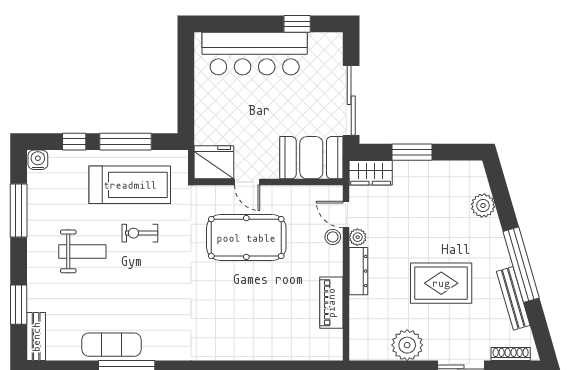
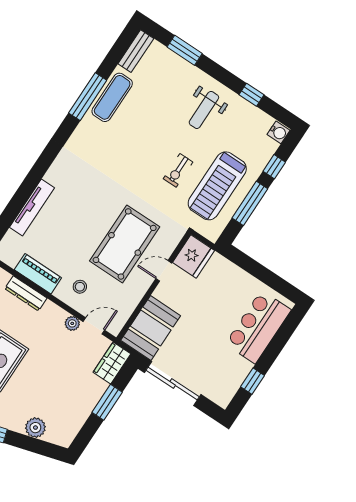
bar counter: (255, 54) -> (258, 327), width x0.73
window: (19, 210) -> (251, 95), width x0.46
exercise bike: (140, 233) -> (178, 170), turned 180
stool: (333, 237) -> (80, 287), moved
weight bench: (82, 251) -> (204, 110), moved
dresser: (358, 271) -> (26, 293), moved
bench: (36, 337) -> (136, 51), moved, turned 90
tv unit: (271, 351) -> (32, 208), added

